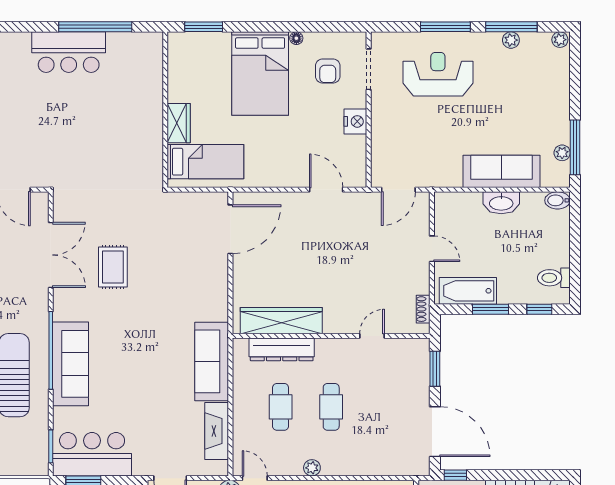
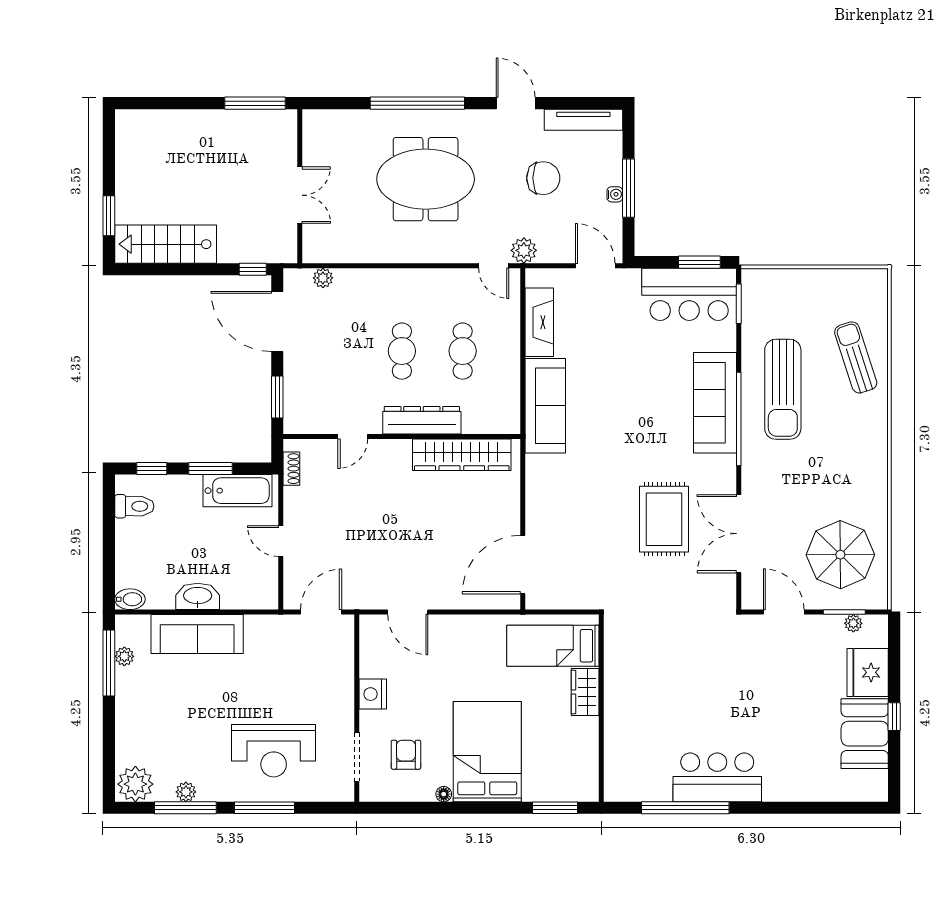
plant: (560, 40) -> (135, 784), width x1.88, depth x1.88
rug: (113, 267) -> (664, 519), width x1.36, depth x1.43
dresser: (282, 349) -> (422, 420), moved
plant: (312, 468) -> (323, 278), moved

